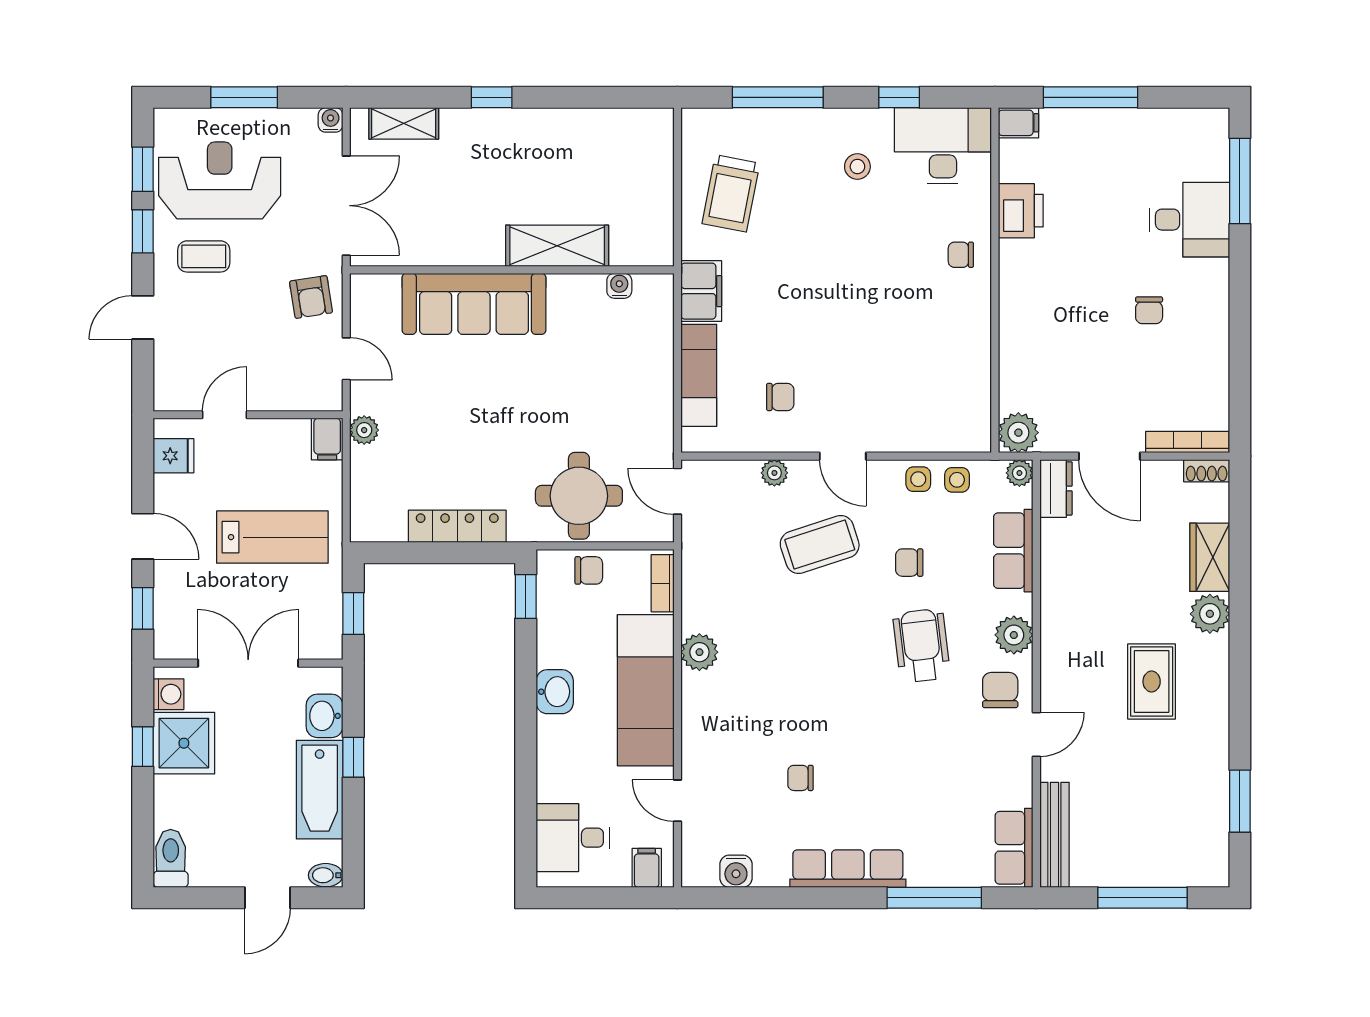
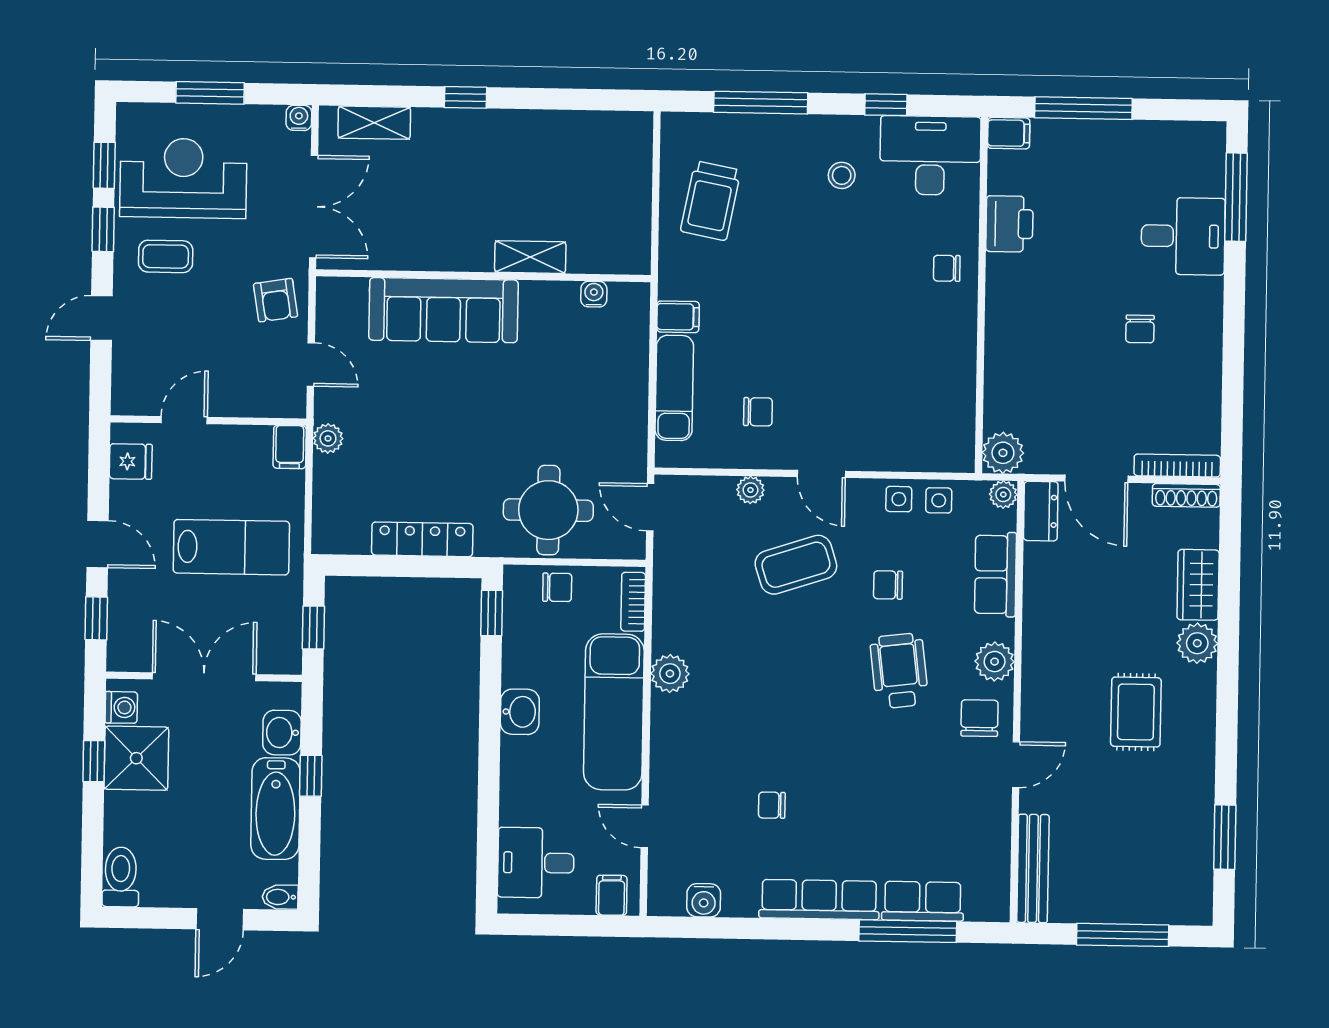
shelving: (557, 246) -> (530, 257), width x0.67, depth x0.75
filing cabinet: (701, 291) -> (678, 317), width x0.50
shoe rack: (1207, 471) -> (1186, 495), width x1.43
row of seats: (1014, 848) -> (923, 901), moved, turned 90

